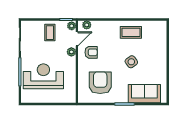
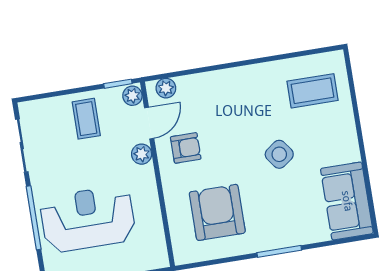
coffee table: (131, 32) -> (313, 91), moved
sofa: (144, 94) -> (347, 201), moved, turned -90

